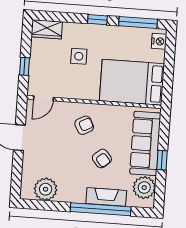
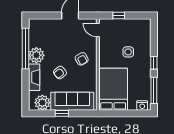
wardrobe: (47, 29) -> (145, 29), removed
plant: (46, 189) -> (36, 55), moved
window: (101, 209) -> (26, 48), moved

